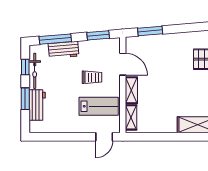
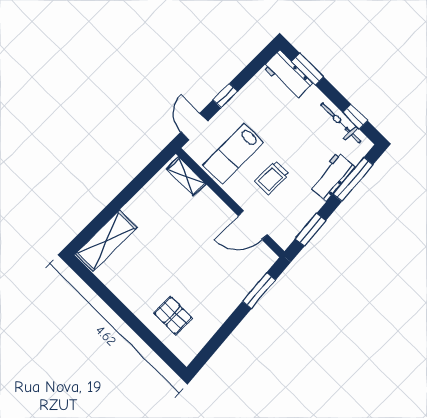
shelving: (131, 90) -> (215, 206), removed
window: (25, 99) -> (308, 69), moved
workbench: (37, 105) -> (288, 75), moved
window: (76, 137) -> (225, 96), added

